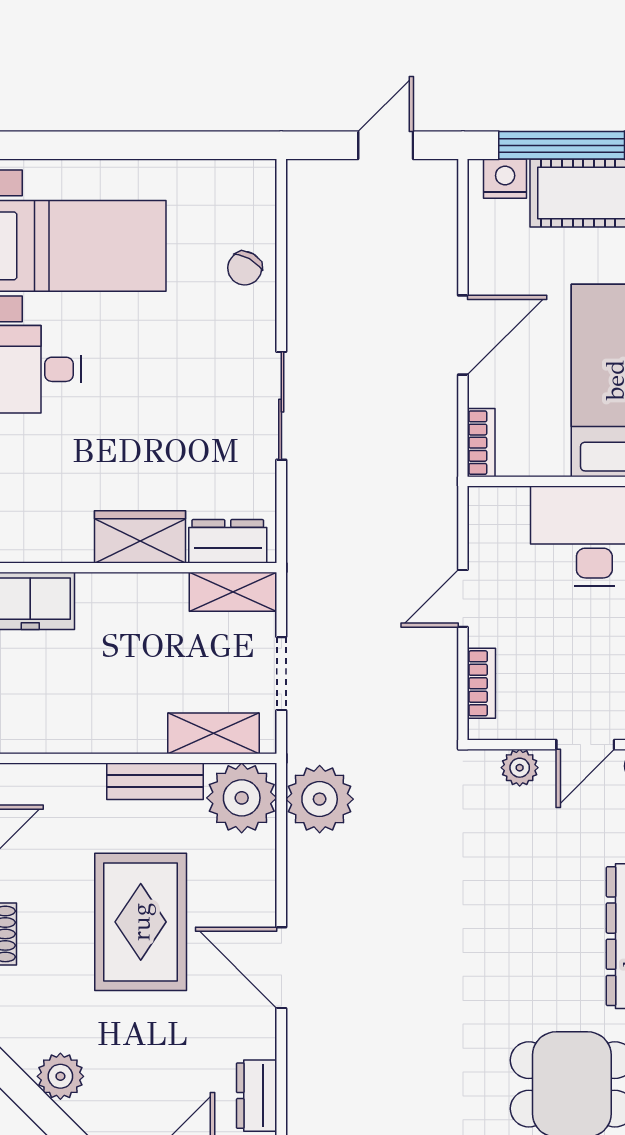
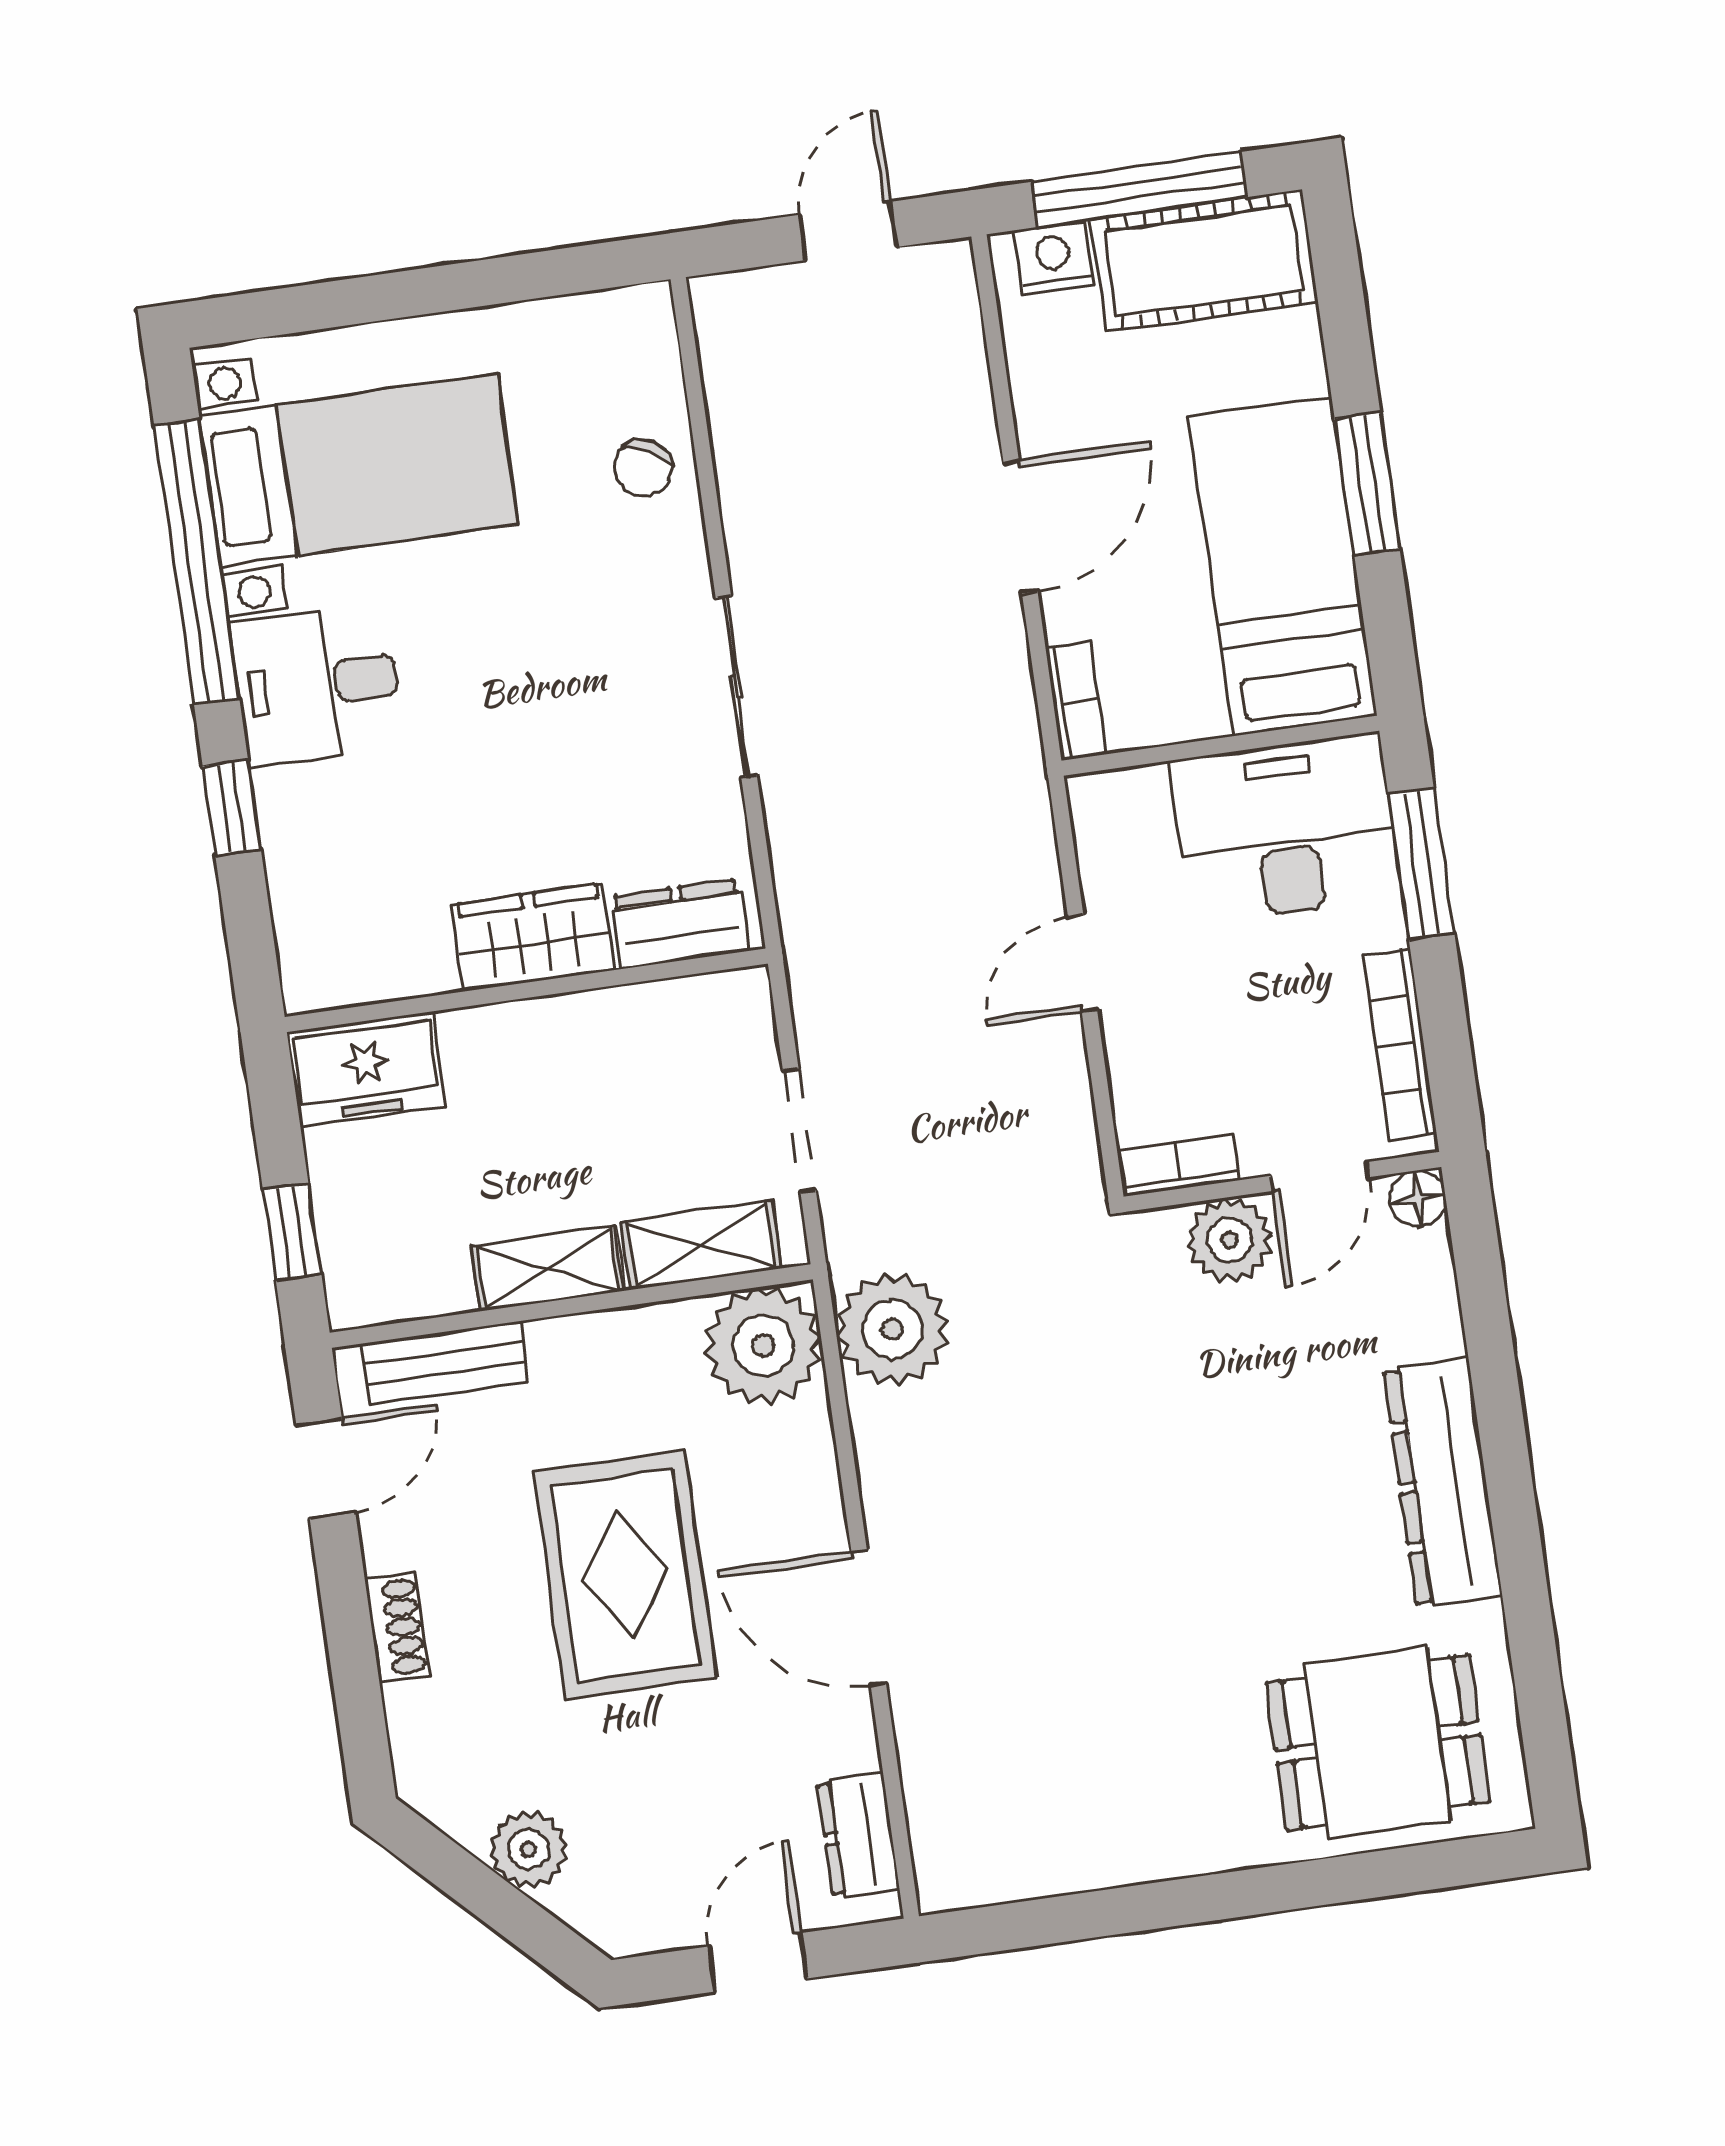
shelving: (233, 592) -> (548, 1269), moved
bookcase: (481, 683) -> (1178, 1165), moved, turned -90
plant: (520, 768) -> (1230, 1240), width x1.38, depth x1.38
bench: (155, 781) -> (445, 1363), moved

